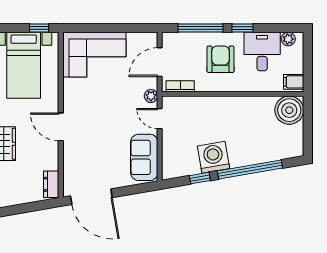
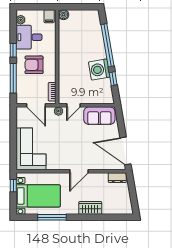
boiler: (289, 110) -> (64, 15), width x0.54, depth x0.54
door: (91, 197) -> (126, 151), swing flipped

